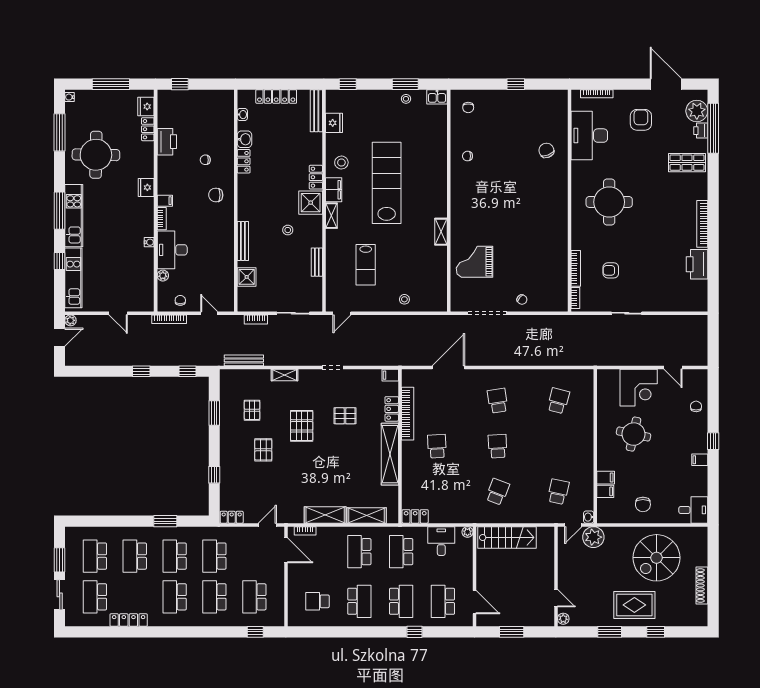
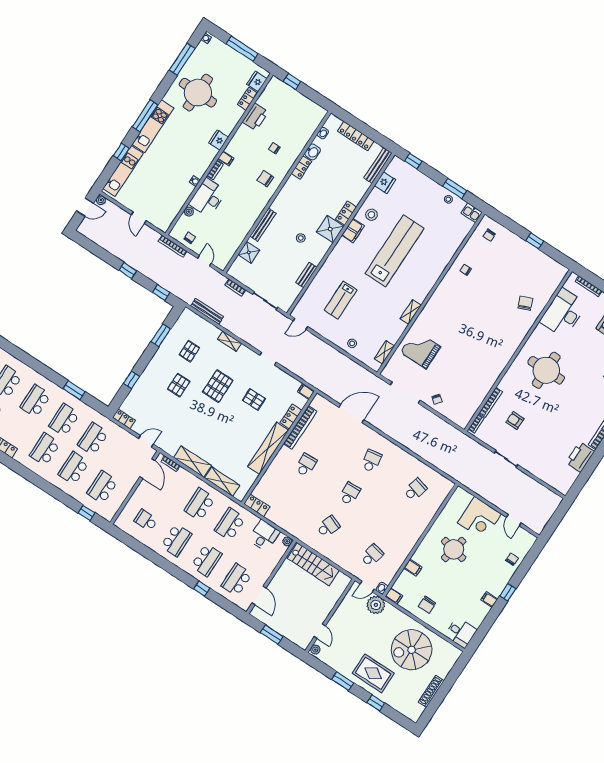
shelving: (331, 216) -> (384, 352), moved
filing cabinet: (605, 491) -> (394, 596), moved

